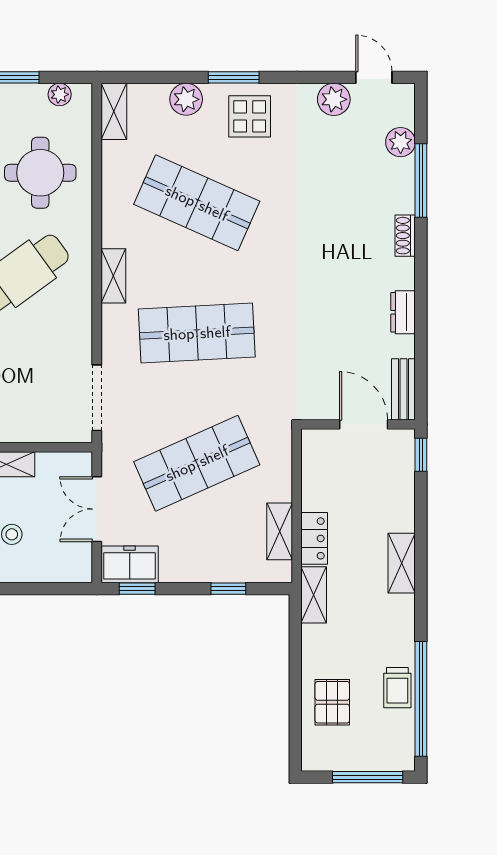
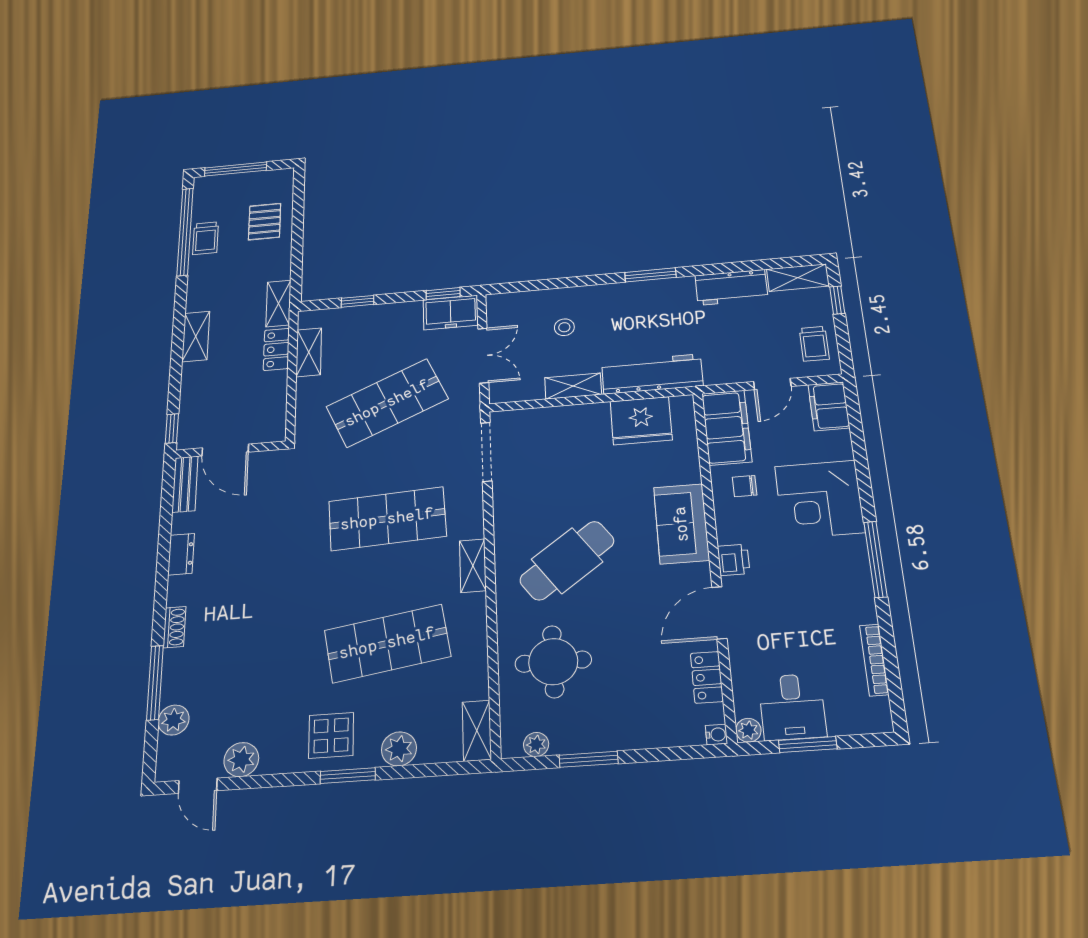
shop shelf: (197, 203) -> (387, 643), turned -33
trolley: (397, 688) -> (206, 238), turned 180

